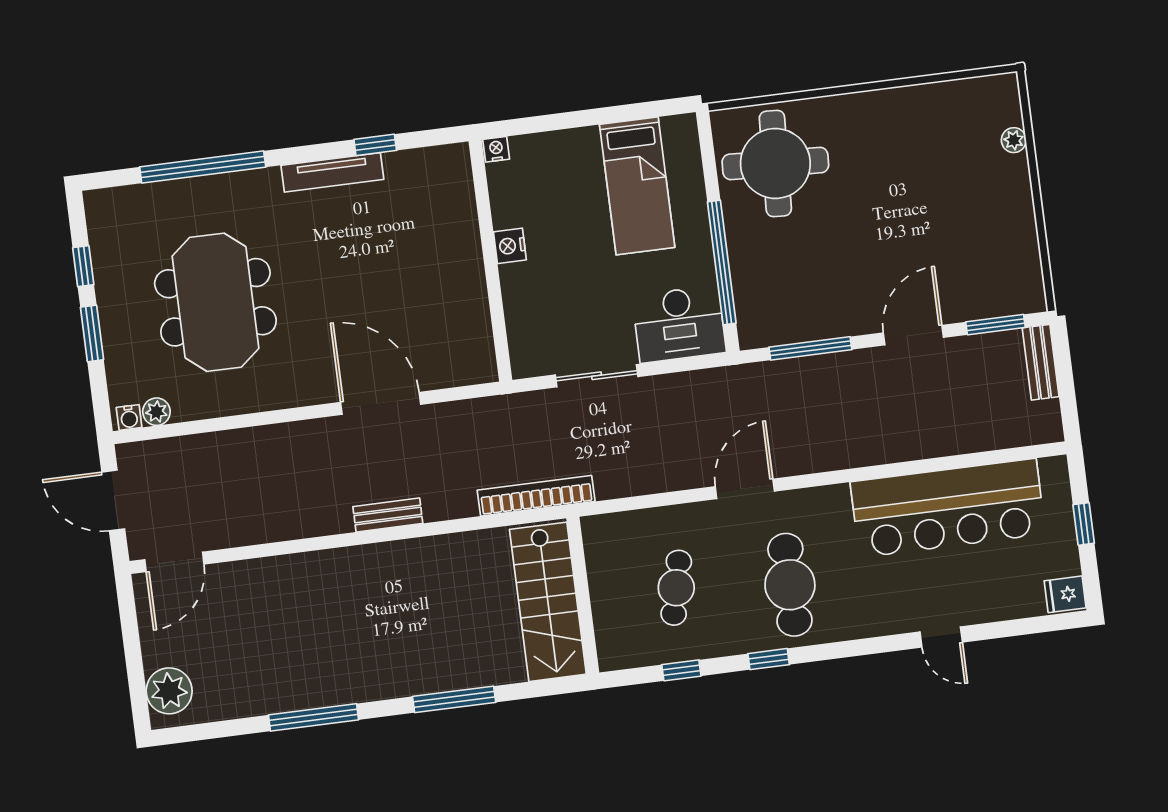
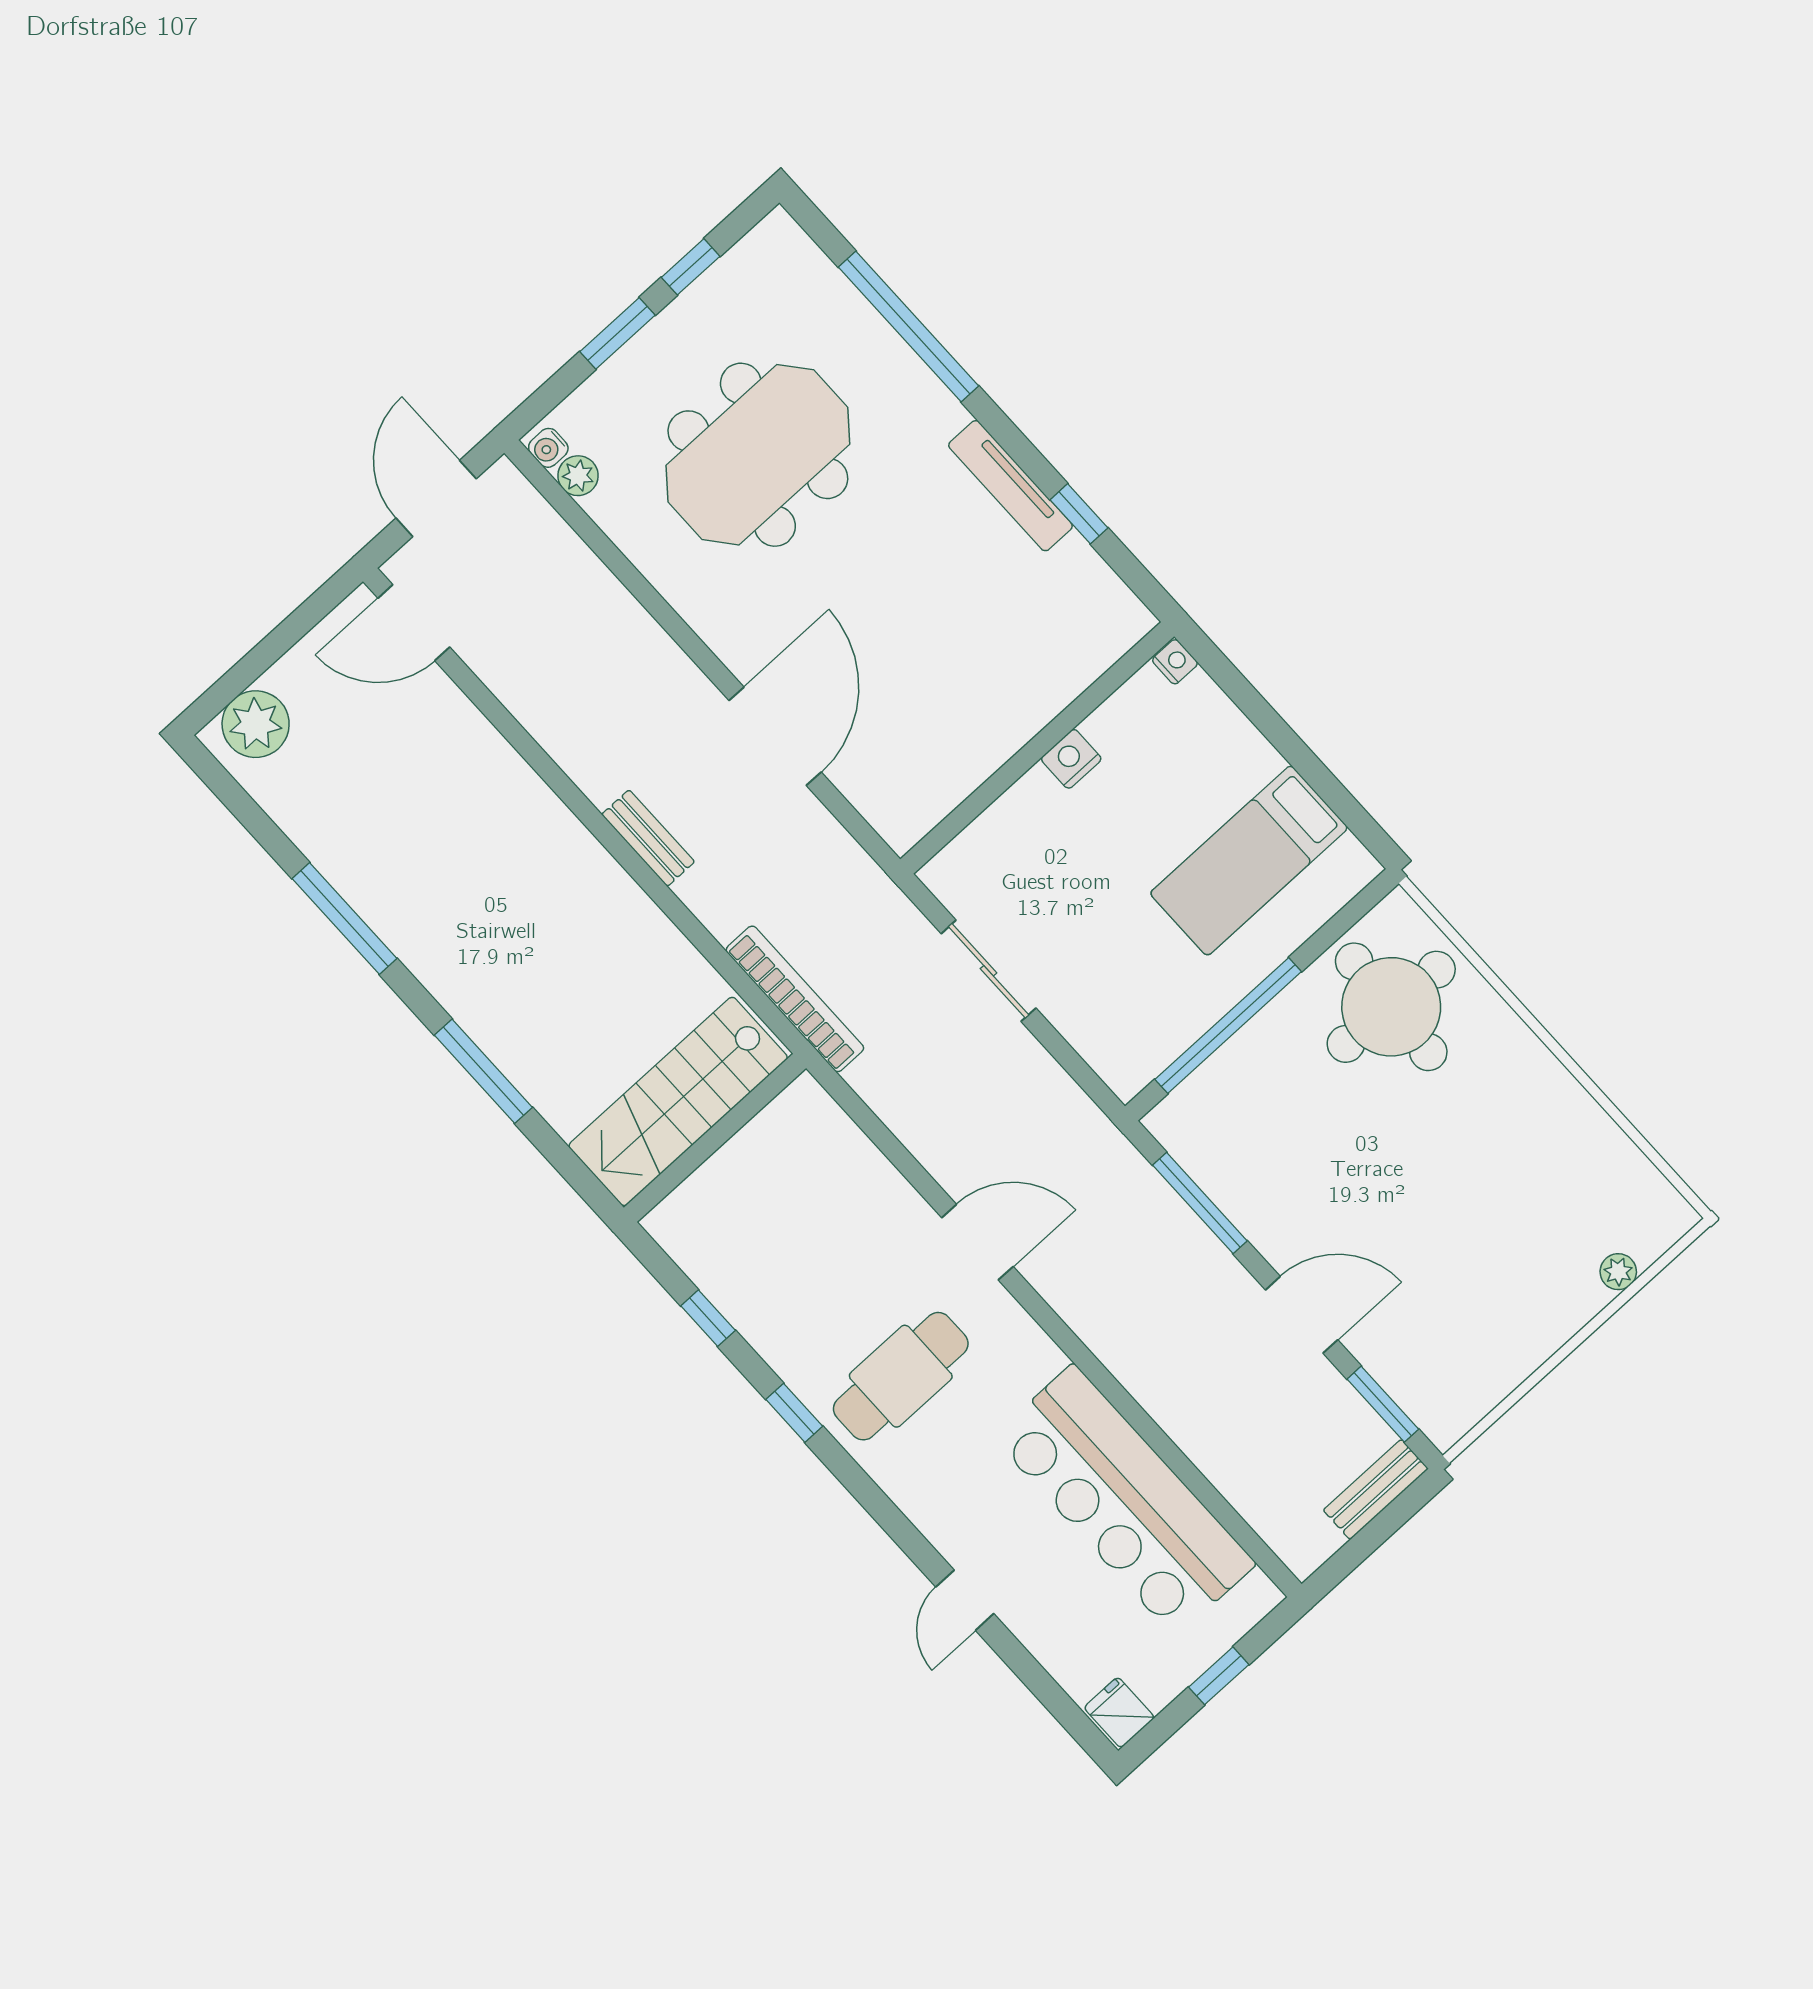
desk: (679, 324) -> (1119, 1026), removed
cafe table: (676, 588) -> (802, 1243), removed

